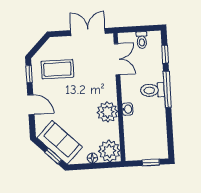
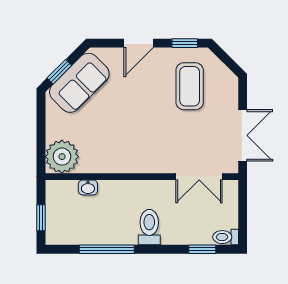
toilet: (142, 40) -> (226, 237), moved
window: (167, 89) -> (107, 249), moved
washbasin: (127, 109) -> (88, 187), moved
plant: (107, 112) -> (121, 157), removed
floor lamp: (92, 158) -> (53, 131), removed

